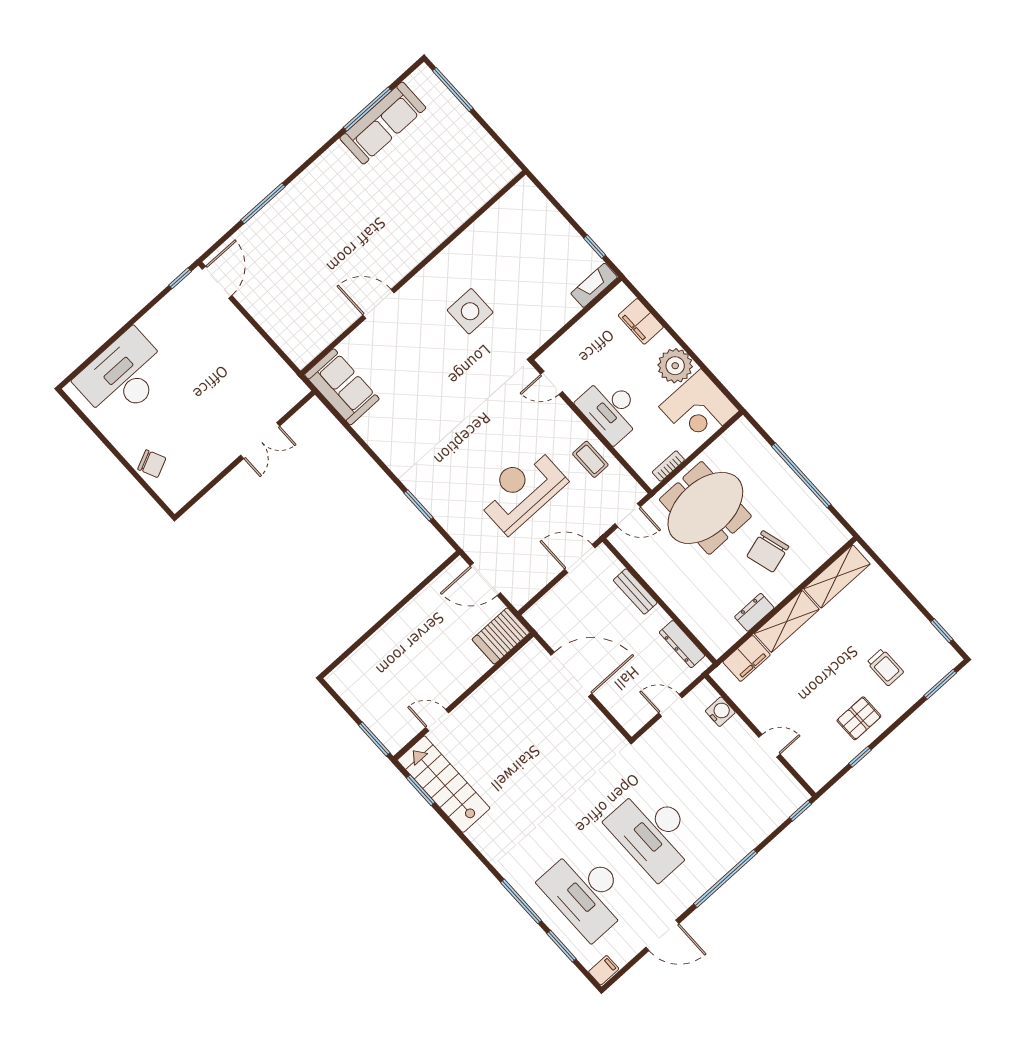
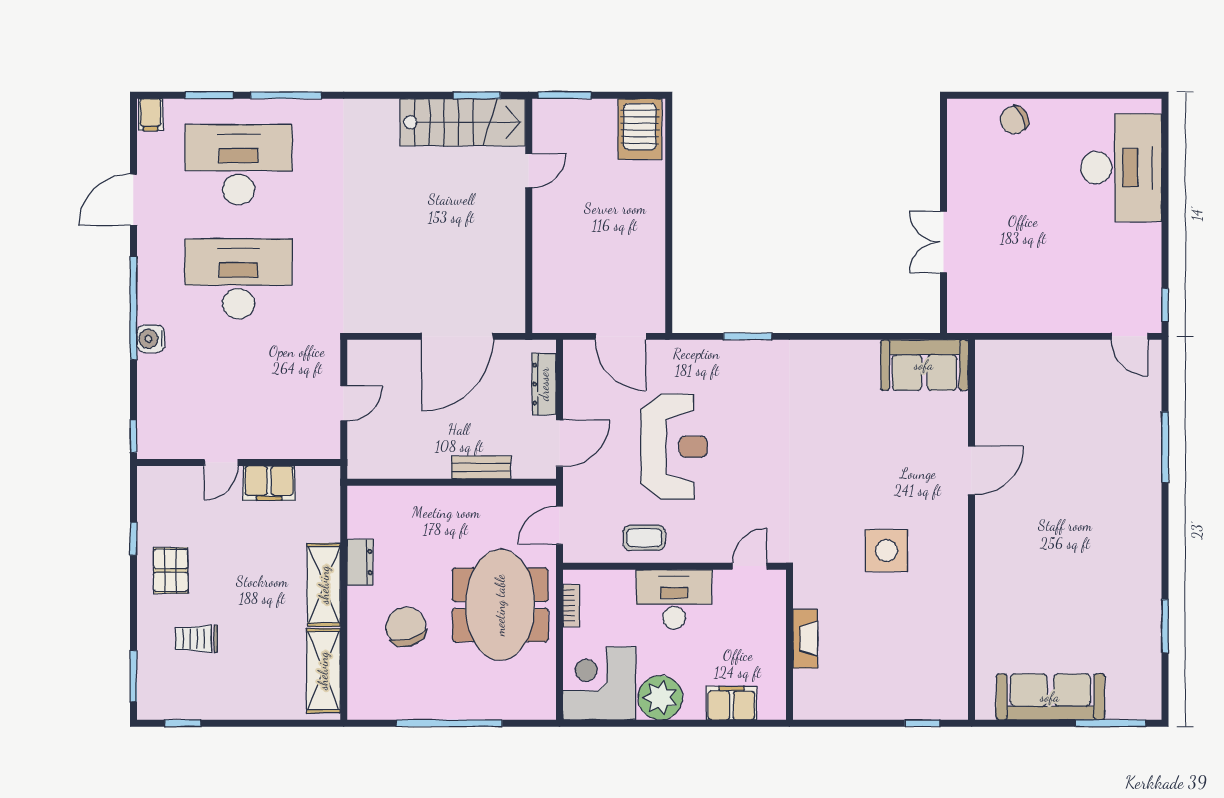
window: (367, 109) -> (1165, 626), width x0.69
sofa: (383, 123) -> (1050, 697), moved, turned 90
window: (595, 247) -> (922, 723), moved
door: (217, 282) -> (1130, 336), width x0.73
fireplace: (594, 285) -> (805, 639), moved
door: (485, 579) -> (621, 336), swing flipped
server rack: (501, 636) -> (640, 129), moved, turned 180
dresser: (682, 644) -> (544, 384), moved, turned -90
filing cabinet: (747, 658) -> (269, 483), moved, turned -90
water cooler: (720, 712) -> (151, 339), moved, turned 90

